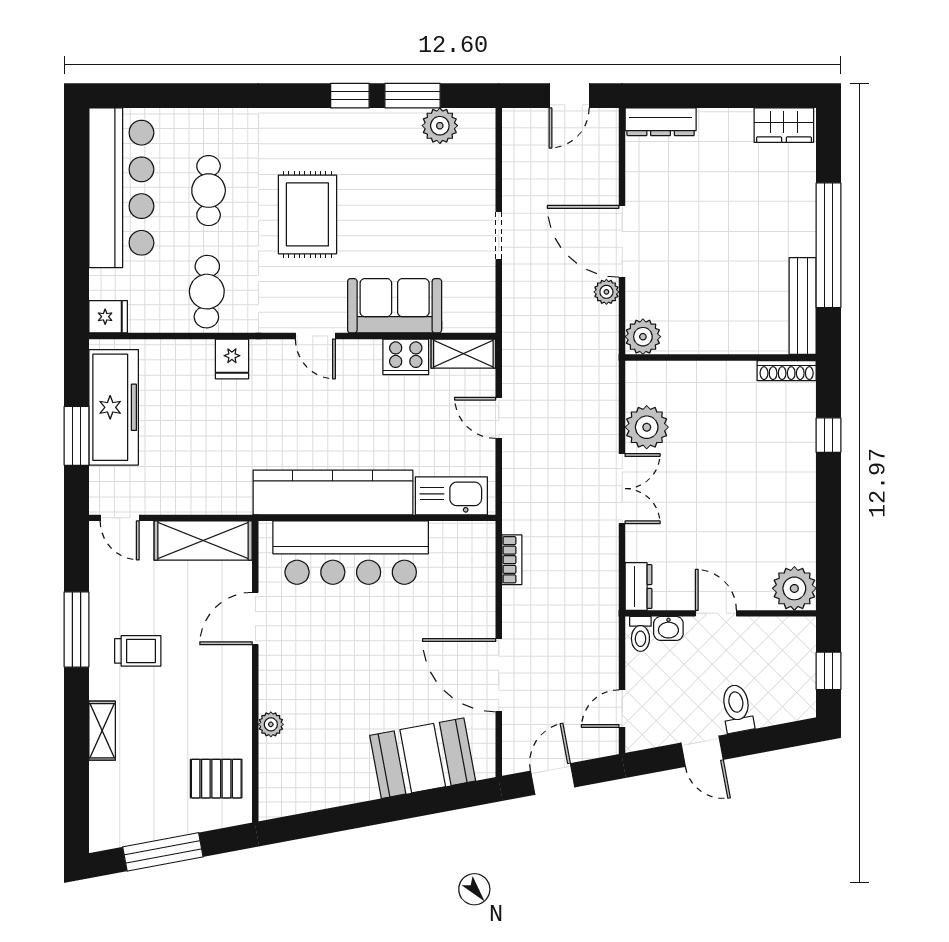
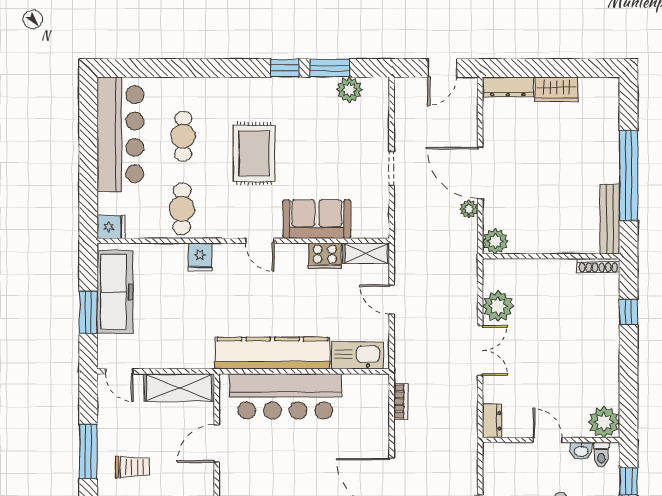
wardrobe: (784, 125) -> (556, 89), moved
washbasin: (668, 628) -> (581, 451), moved
toilet: (640, 634) -> (601, 455), moved

